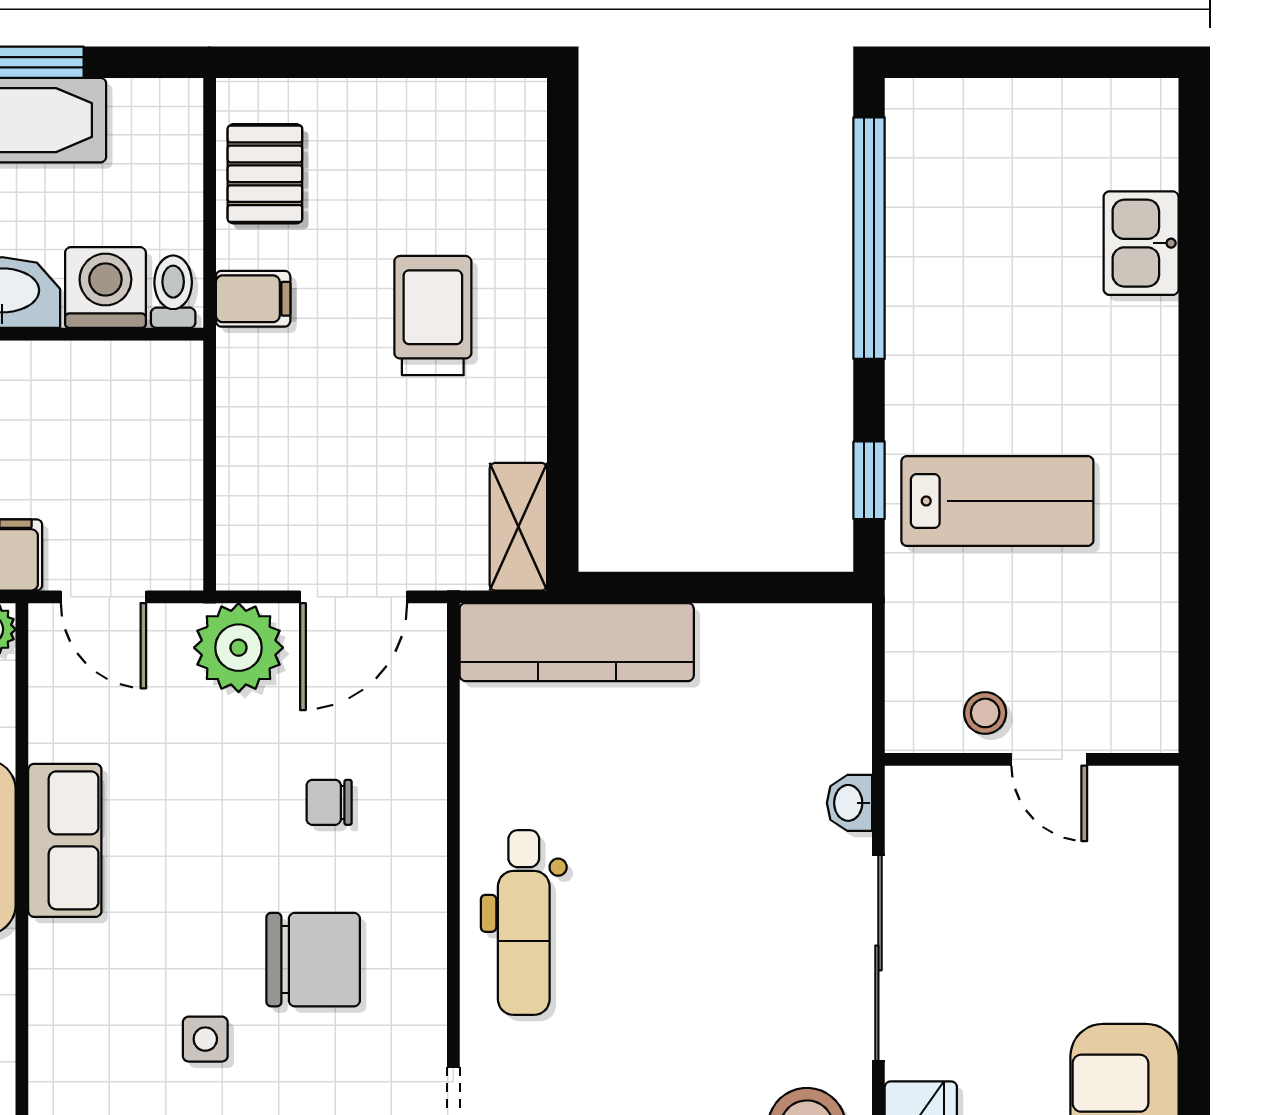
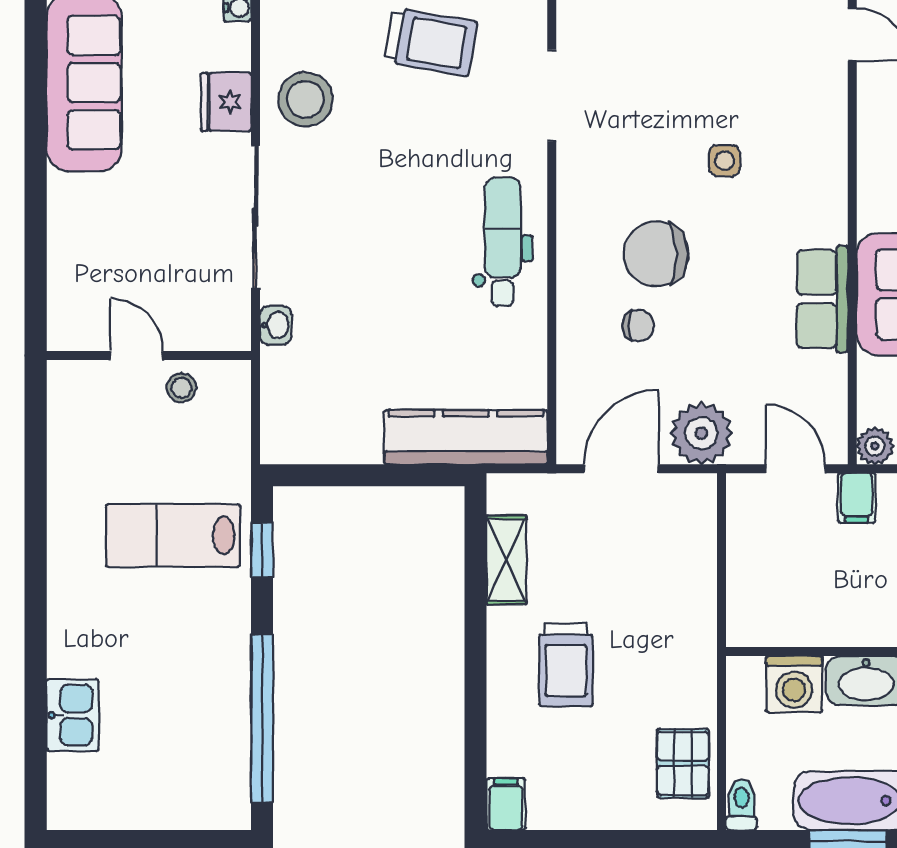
toilet: (173, 292) -> (741, 805), moved, turned 180
filing cabinet: (253, 299) -> (506, 804), moved, turned 90
shelving: (518, 527) -> (506, 560), moved
chair: (313, 960) -> (656, 254), moved

